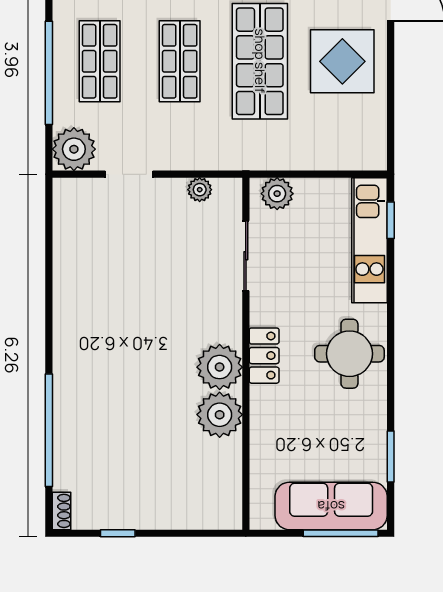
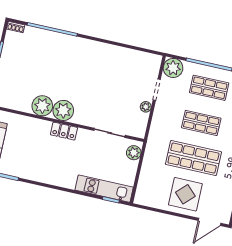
plant: (200, 190) -> (146, 107), moved
round table: (349, 354) -> (56, 169), removed

